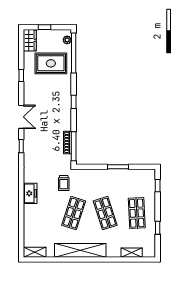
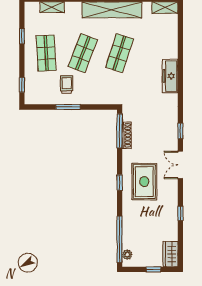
rug: (51, 63) -> (144, 182), moved, turned 90
trolley: (64, 183) -> (67, 84), moved
freezer: (30, 193) -> (170, 76), width x1.40
shop shelf: (105, 213) -> (83, 53), turned 39

